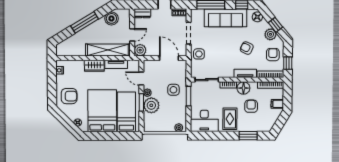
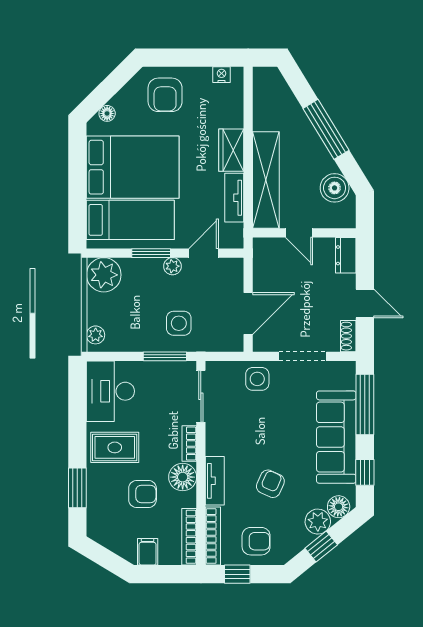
plant: (270, 34) -> (318, 522), moved
plant: (140, 50) -> (266, 250), removed
plant: (151, 105) -> (104, 275), moved

